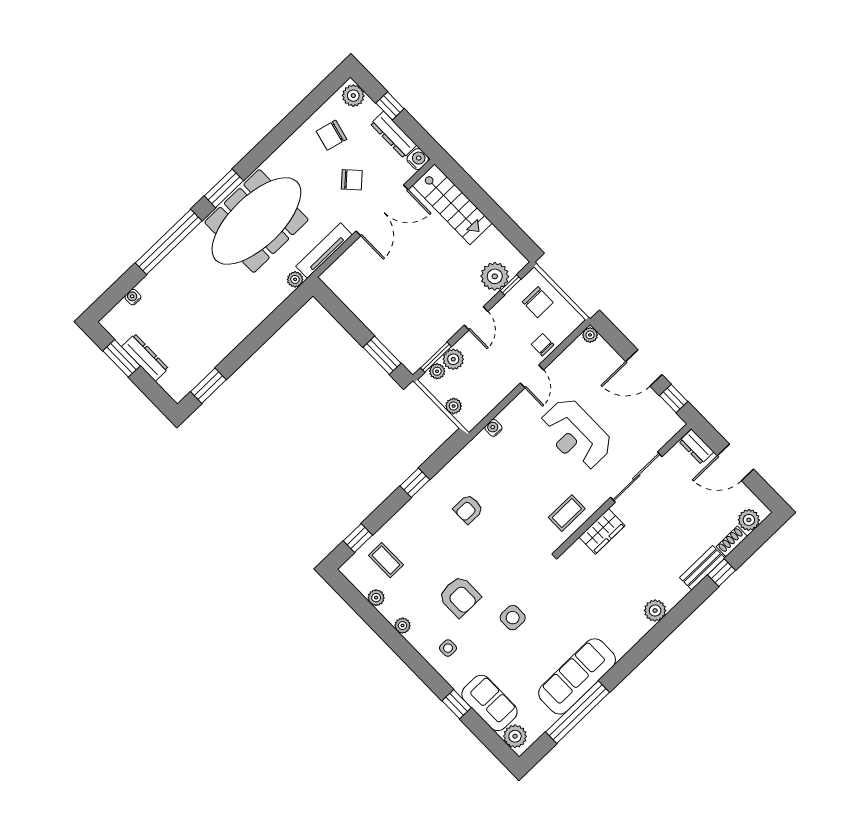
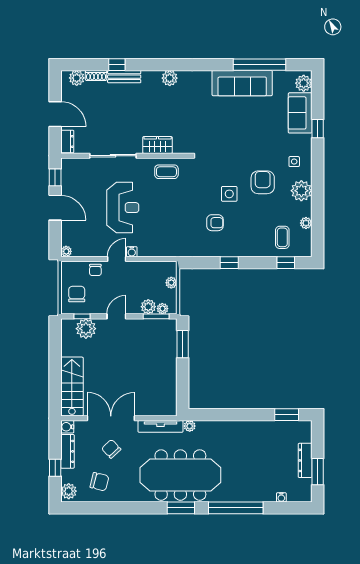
water cooler: (493, 428) -> (132, 252), moved
side table: (513, 618) -> (229, 194), moved
plant: (403, 626) -> (301, 191), width x1.88, depth x1.88

